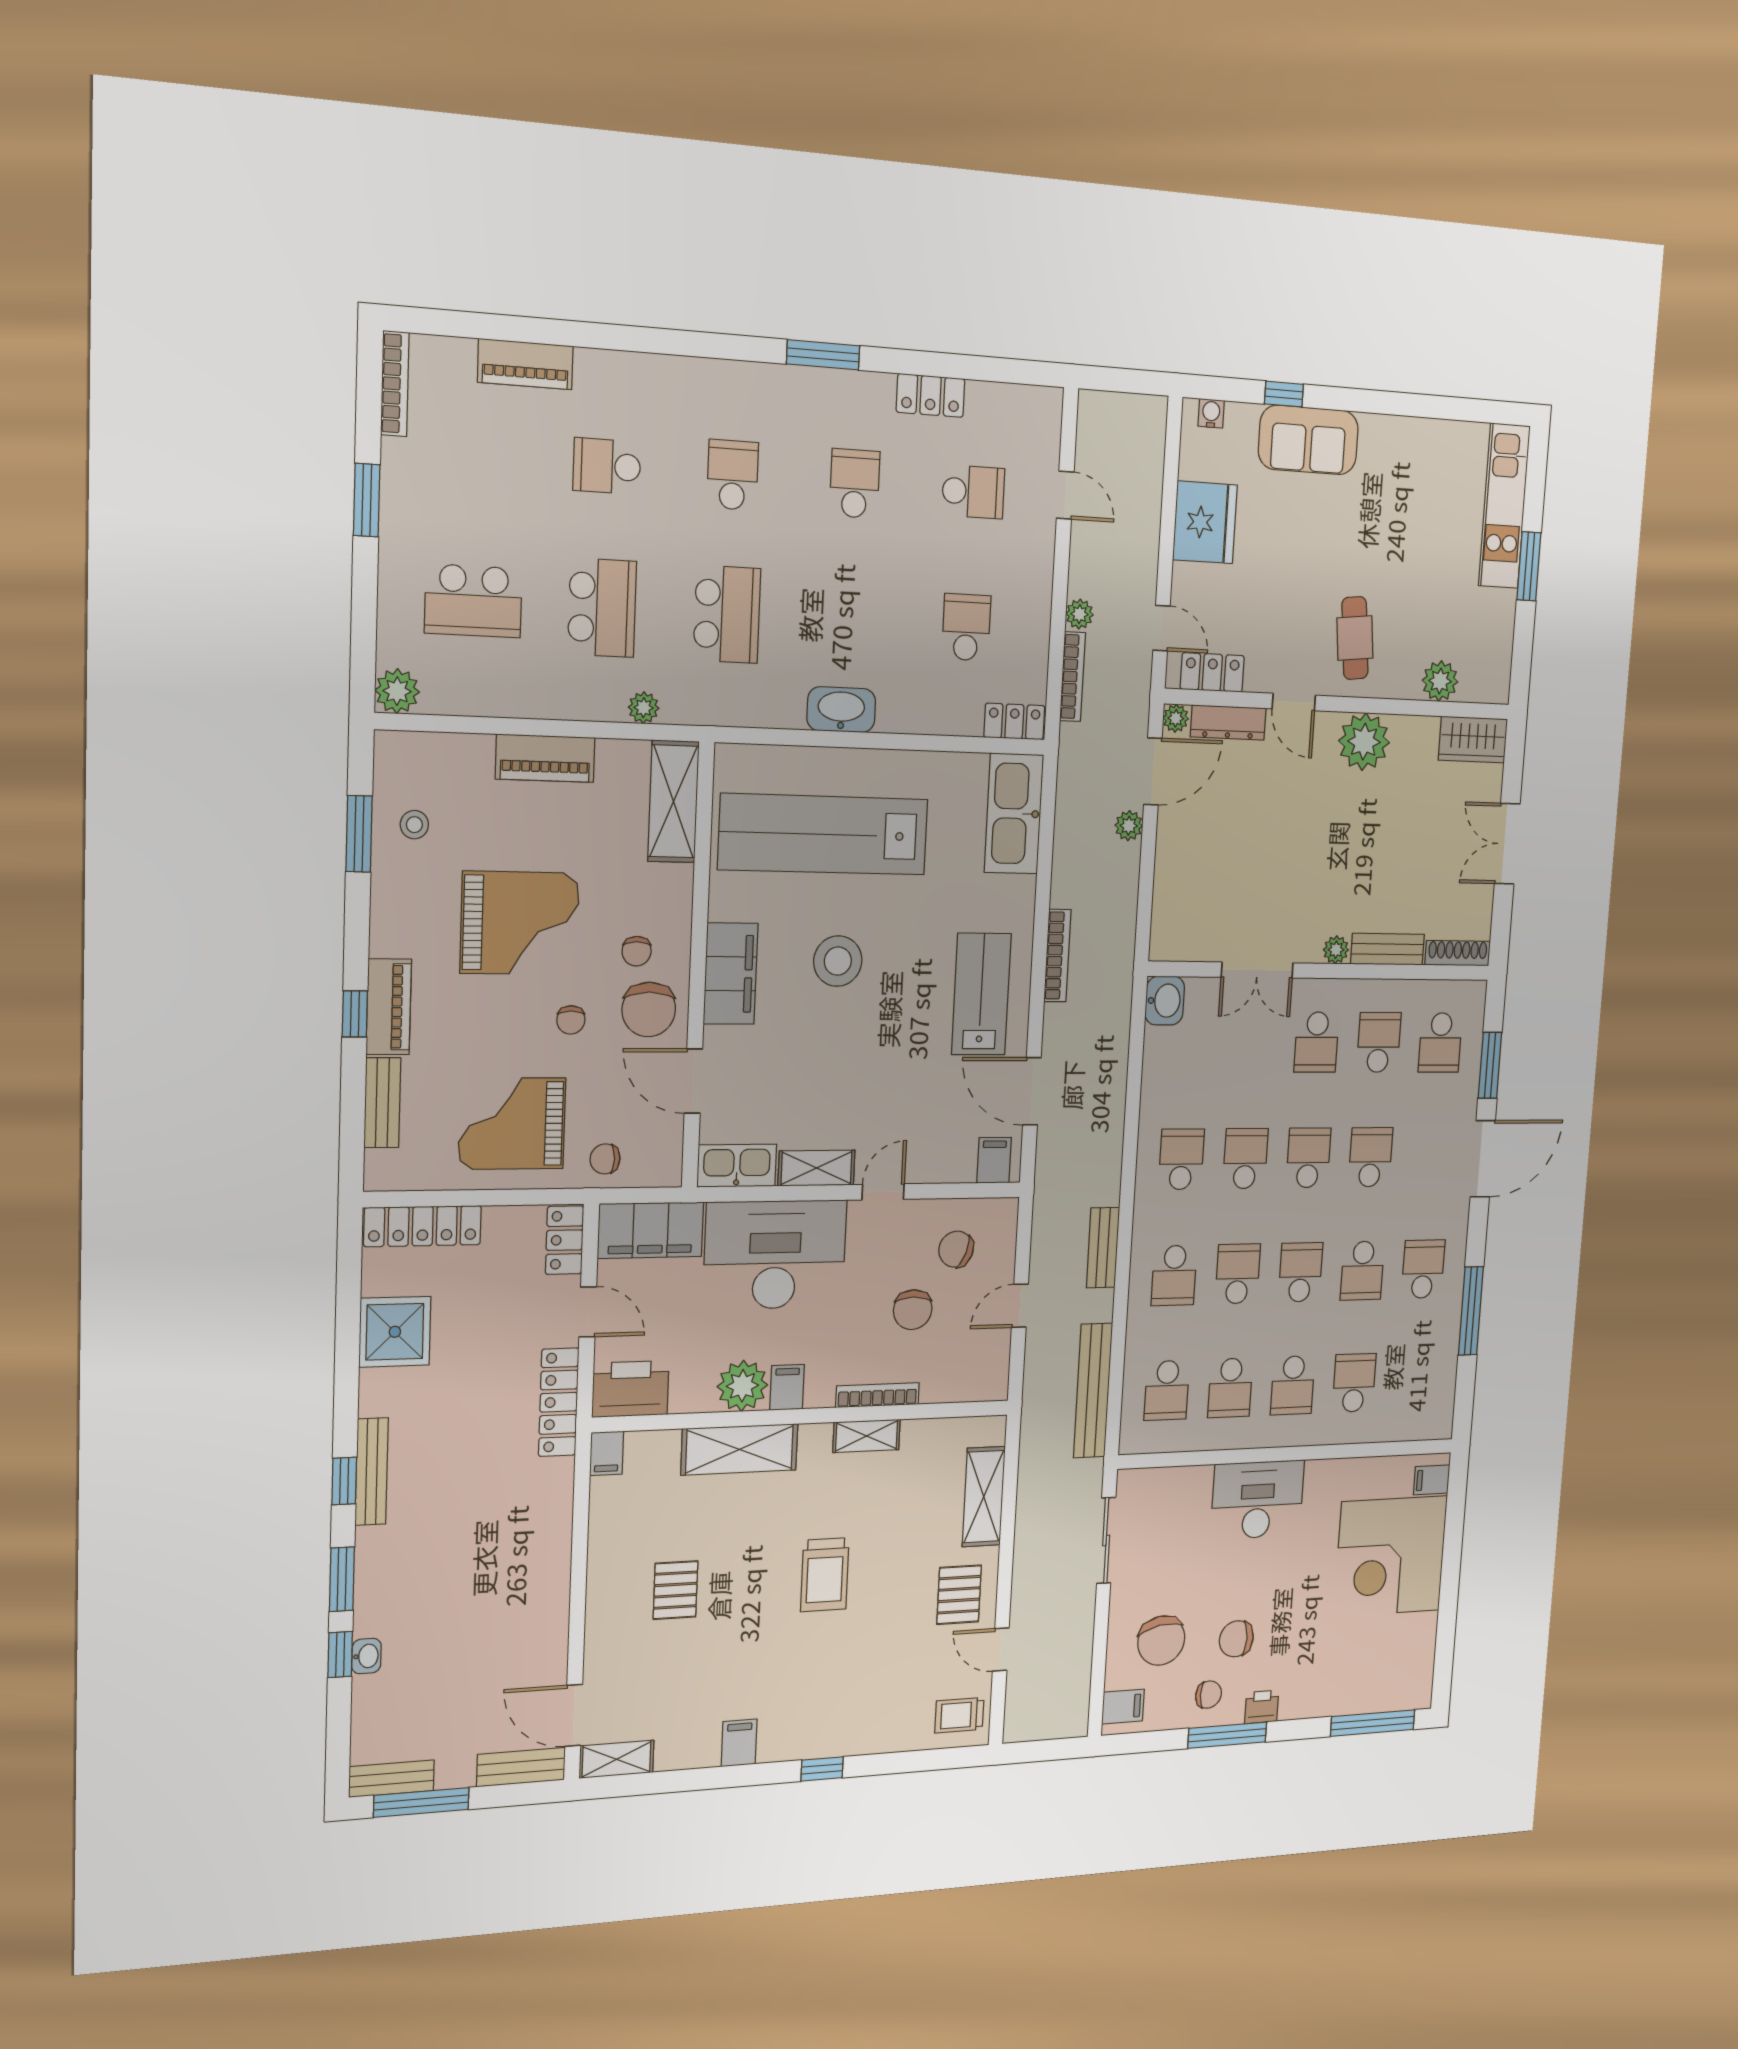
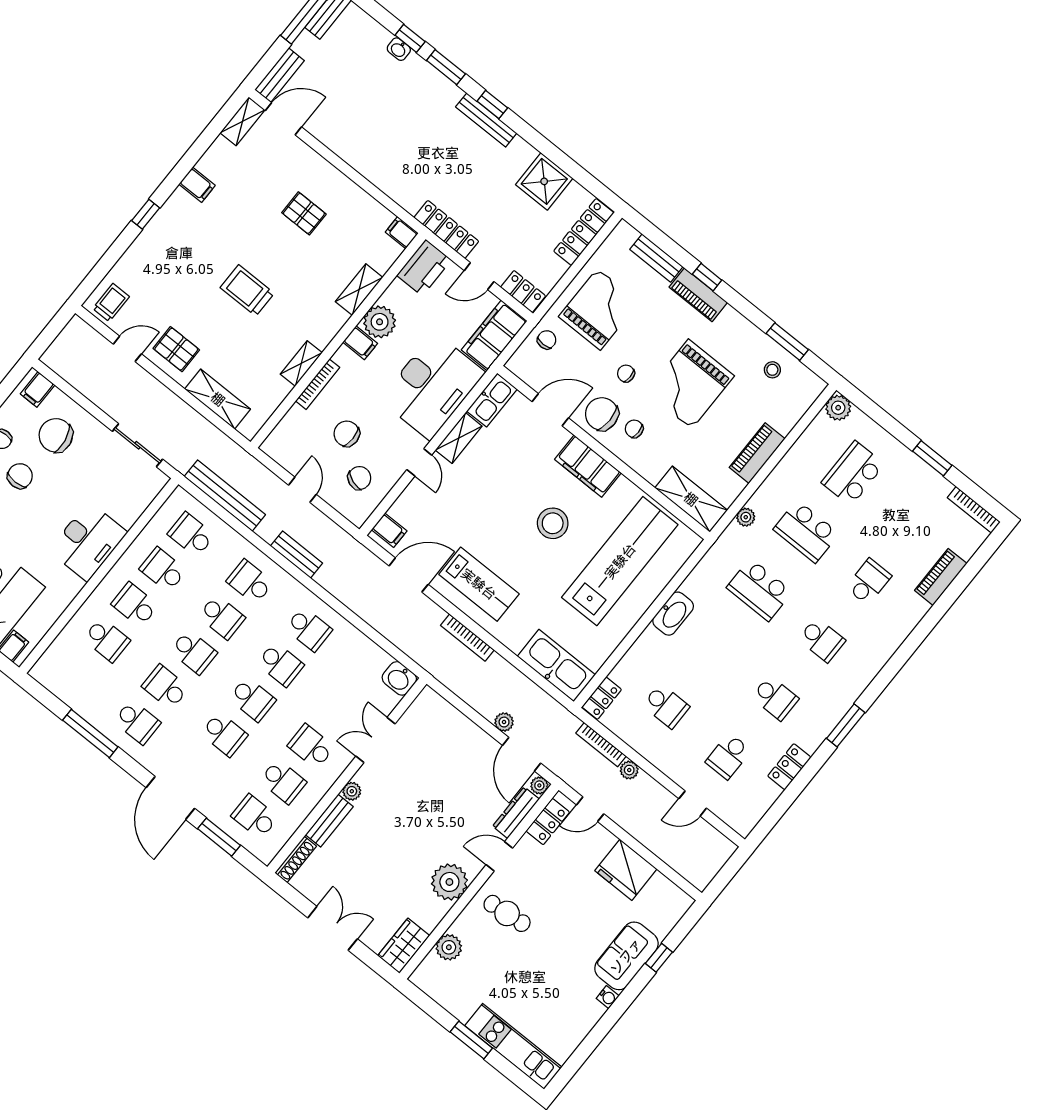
water cooler: (1211, 413) -> (608, 997), moved
shelving: (740, 1449) -> (359, 290), width x0.67, depth x0.75

